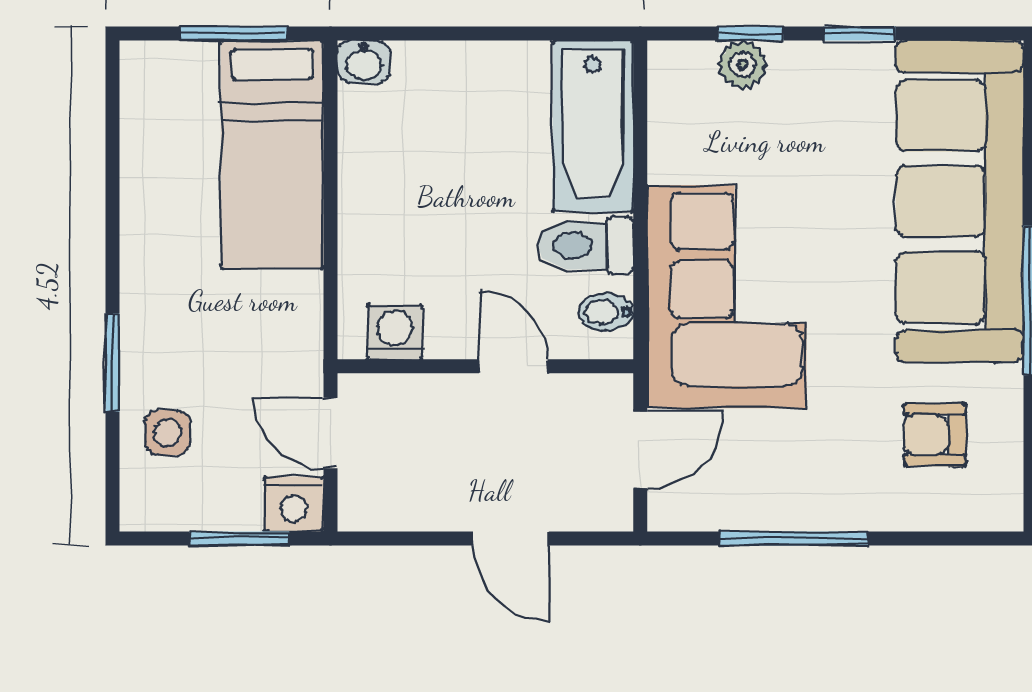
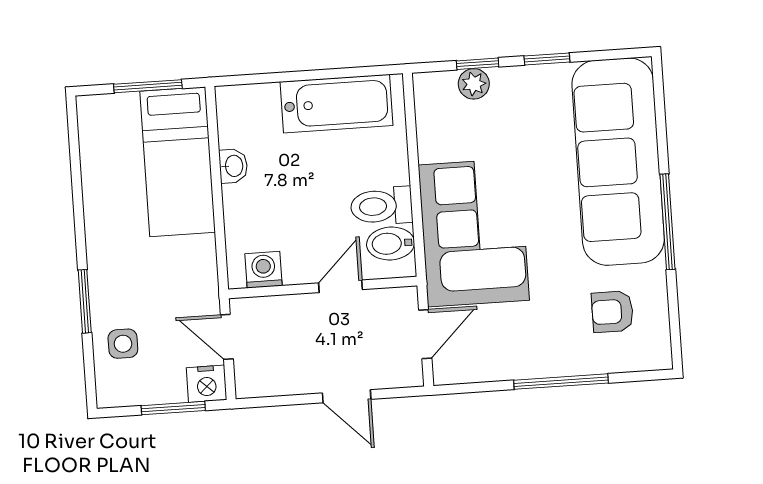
washbasin: (364, 62) -> (233, 166), moved, turned -90
bathtub: (593, 126) -> (337, 104), moved, turned -90
bidet: (606, 312) -> (391, 243), width x1.38, depth x1.36
door: (513, 366) -> (341, 286), hinge flipped
window: (794, 538) -> (561, 382), moved

